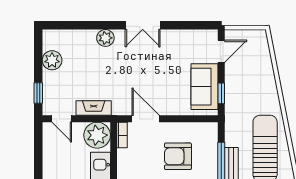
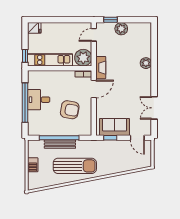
double door: (143, 25) -> (154, 108), moved
plant: (52, 60) -> (121, 29), moved
fireplace: (94, 108) -> (101, 68), moved
armchair: (178, 156) -> (70, 110), turned 100

